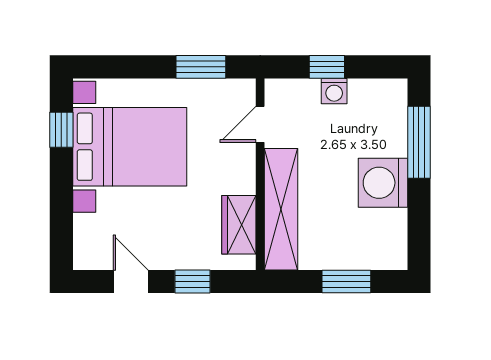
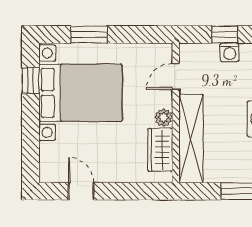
window: (201, 67) -> (89, 35), moved
plant: (244, 181) -> (164, 118), added
window: (192, 282) -> (126, 191), removed

